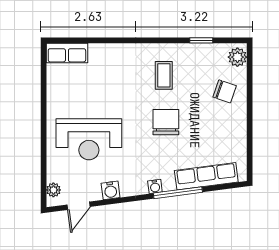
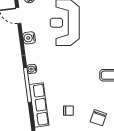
chair: (166, 122) -> (68, 111), moved, width x0.54, depth x0.54

